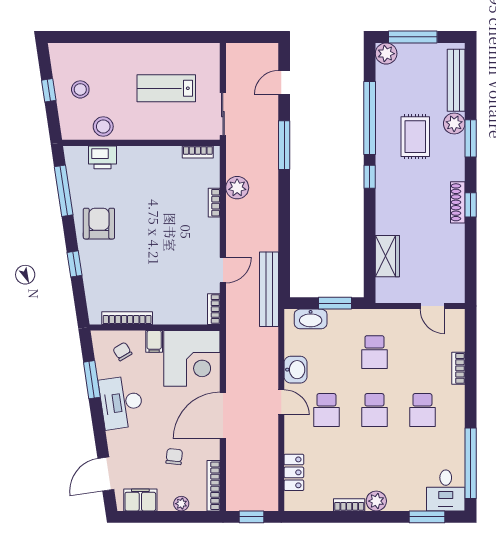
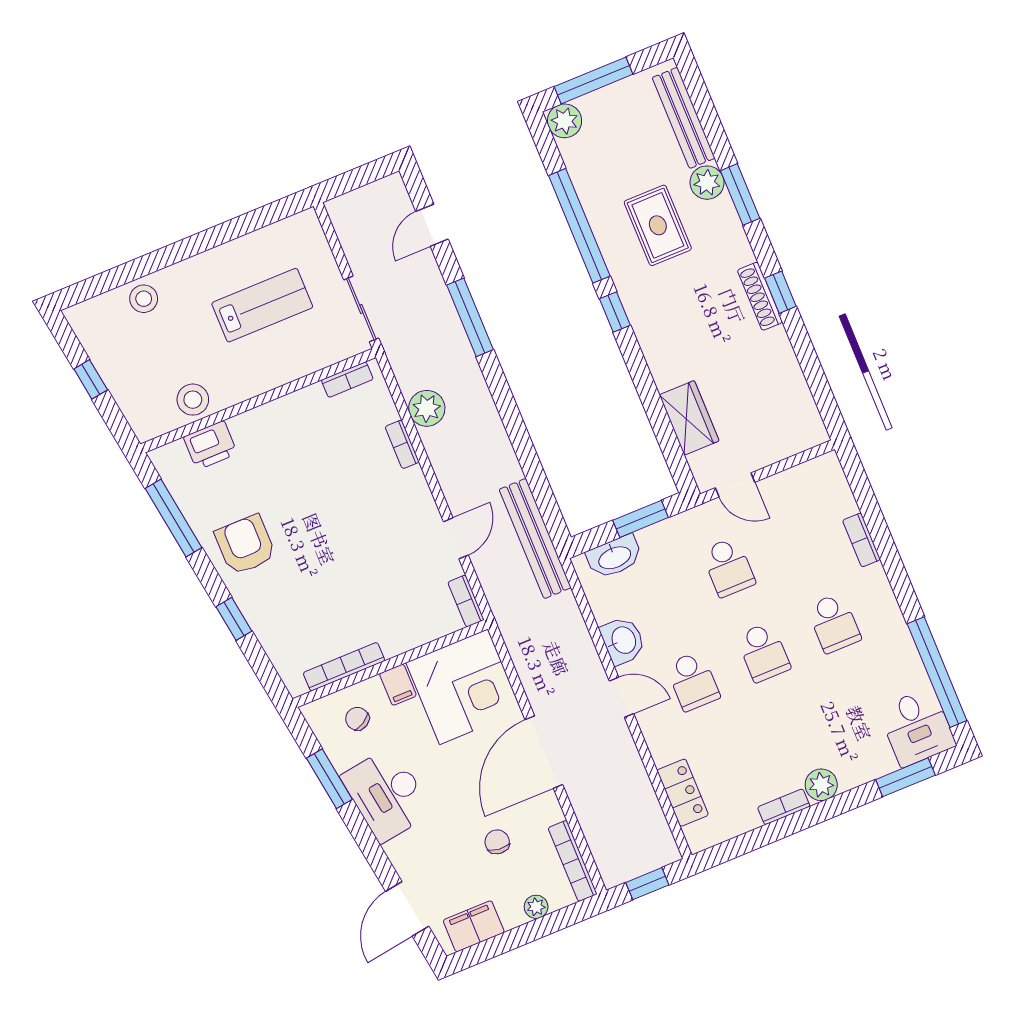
lab bench: (166, 88) -> (262, 305), turned 180
stool: (80, 89) -> (144, 299), moved
door: (432, 306) -> (735, 485), moved

